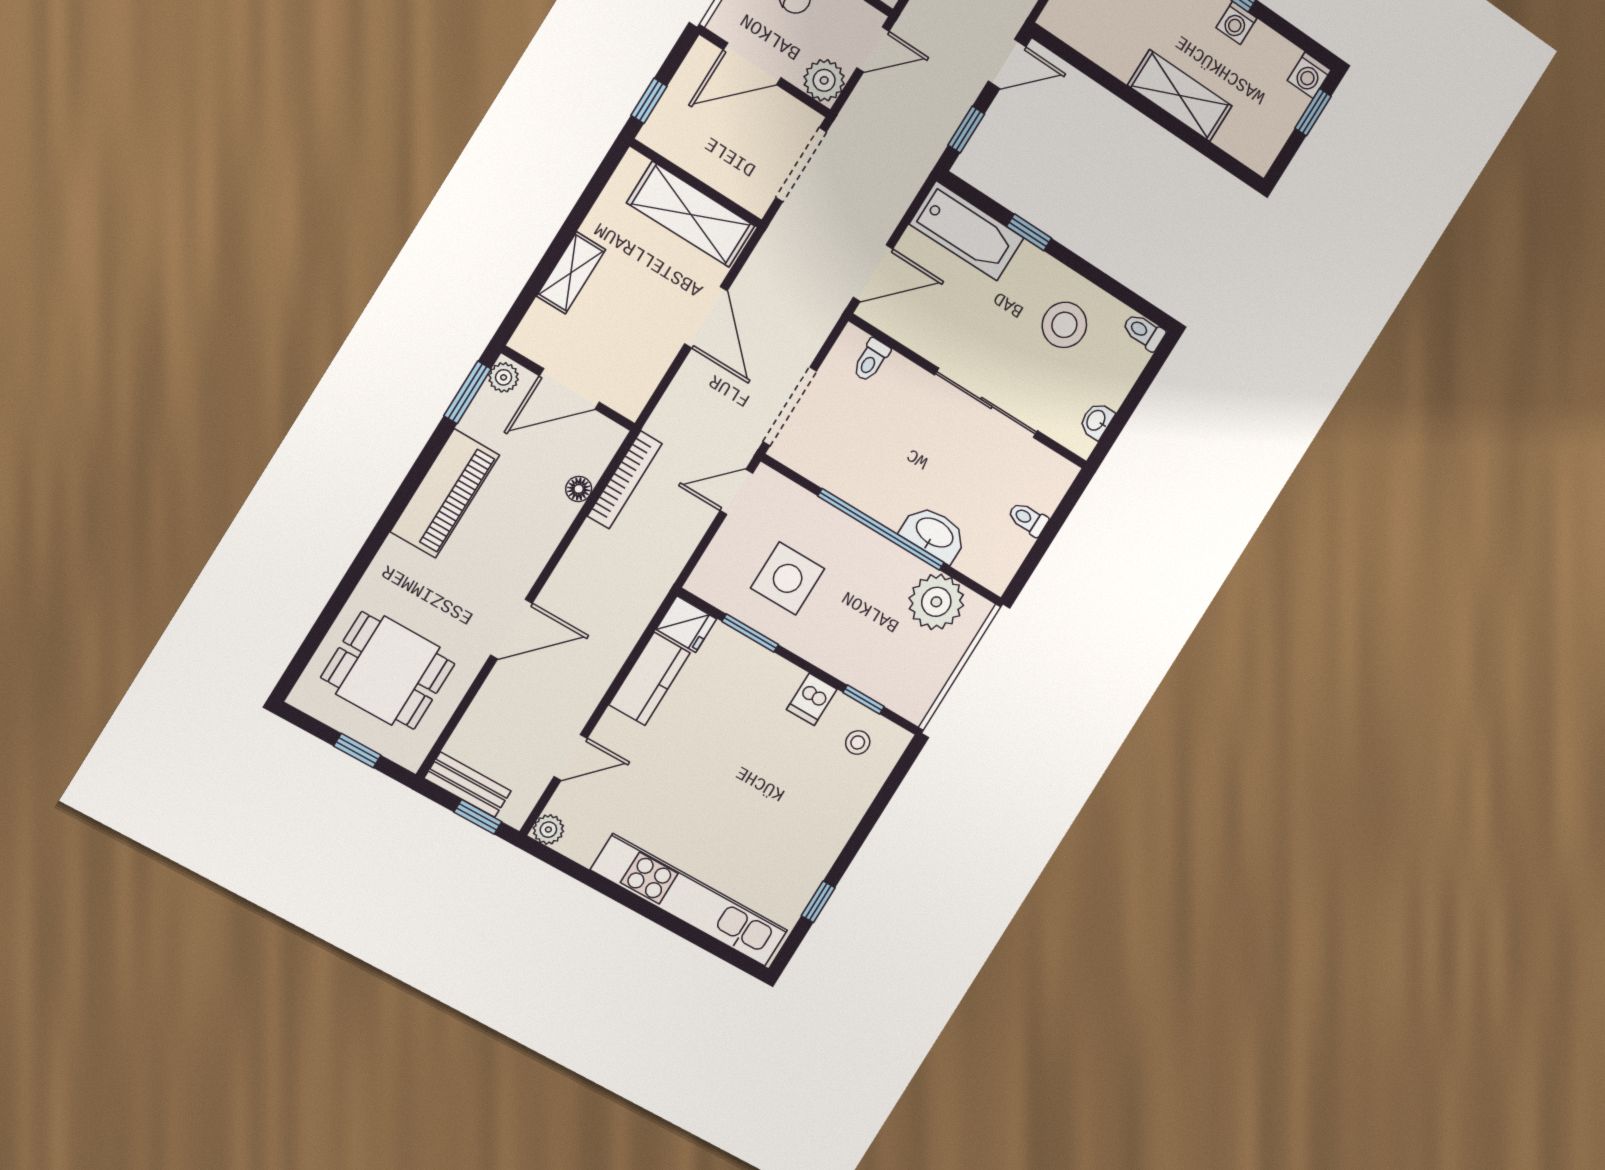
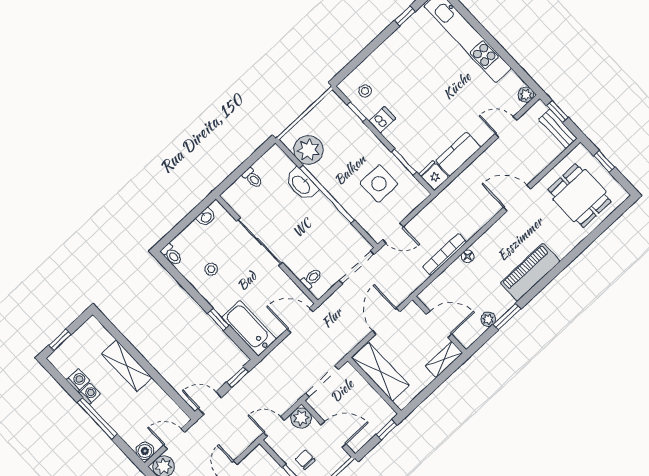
washing machine: (1309, 75) -> (78, 380), moved
stool: (1064, 325) -> (211, 269), width x0.53, depth x0.53
wall: (568, 388) -> (439, 325), moved
door: (569, 389) -> (439, 324), moved

